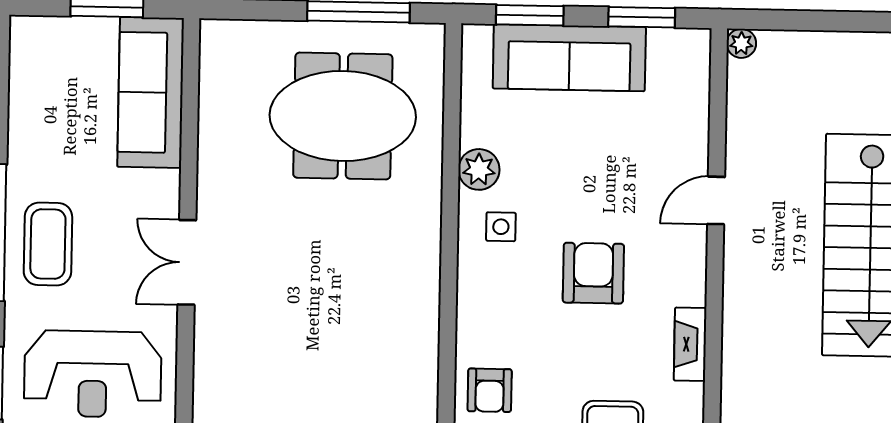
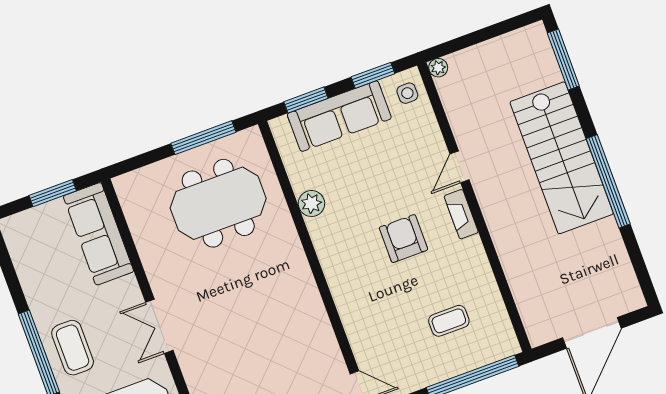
side table: (501, 227) -> (407, 93), moved
fireplace: (690, 344) -> (461, 214), moved
armchair: (490, 390) -> (369, 332), removed

